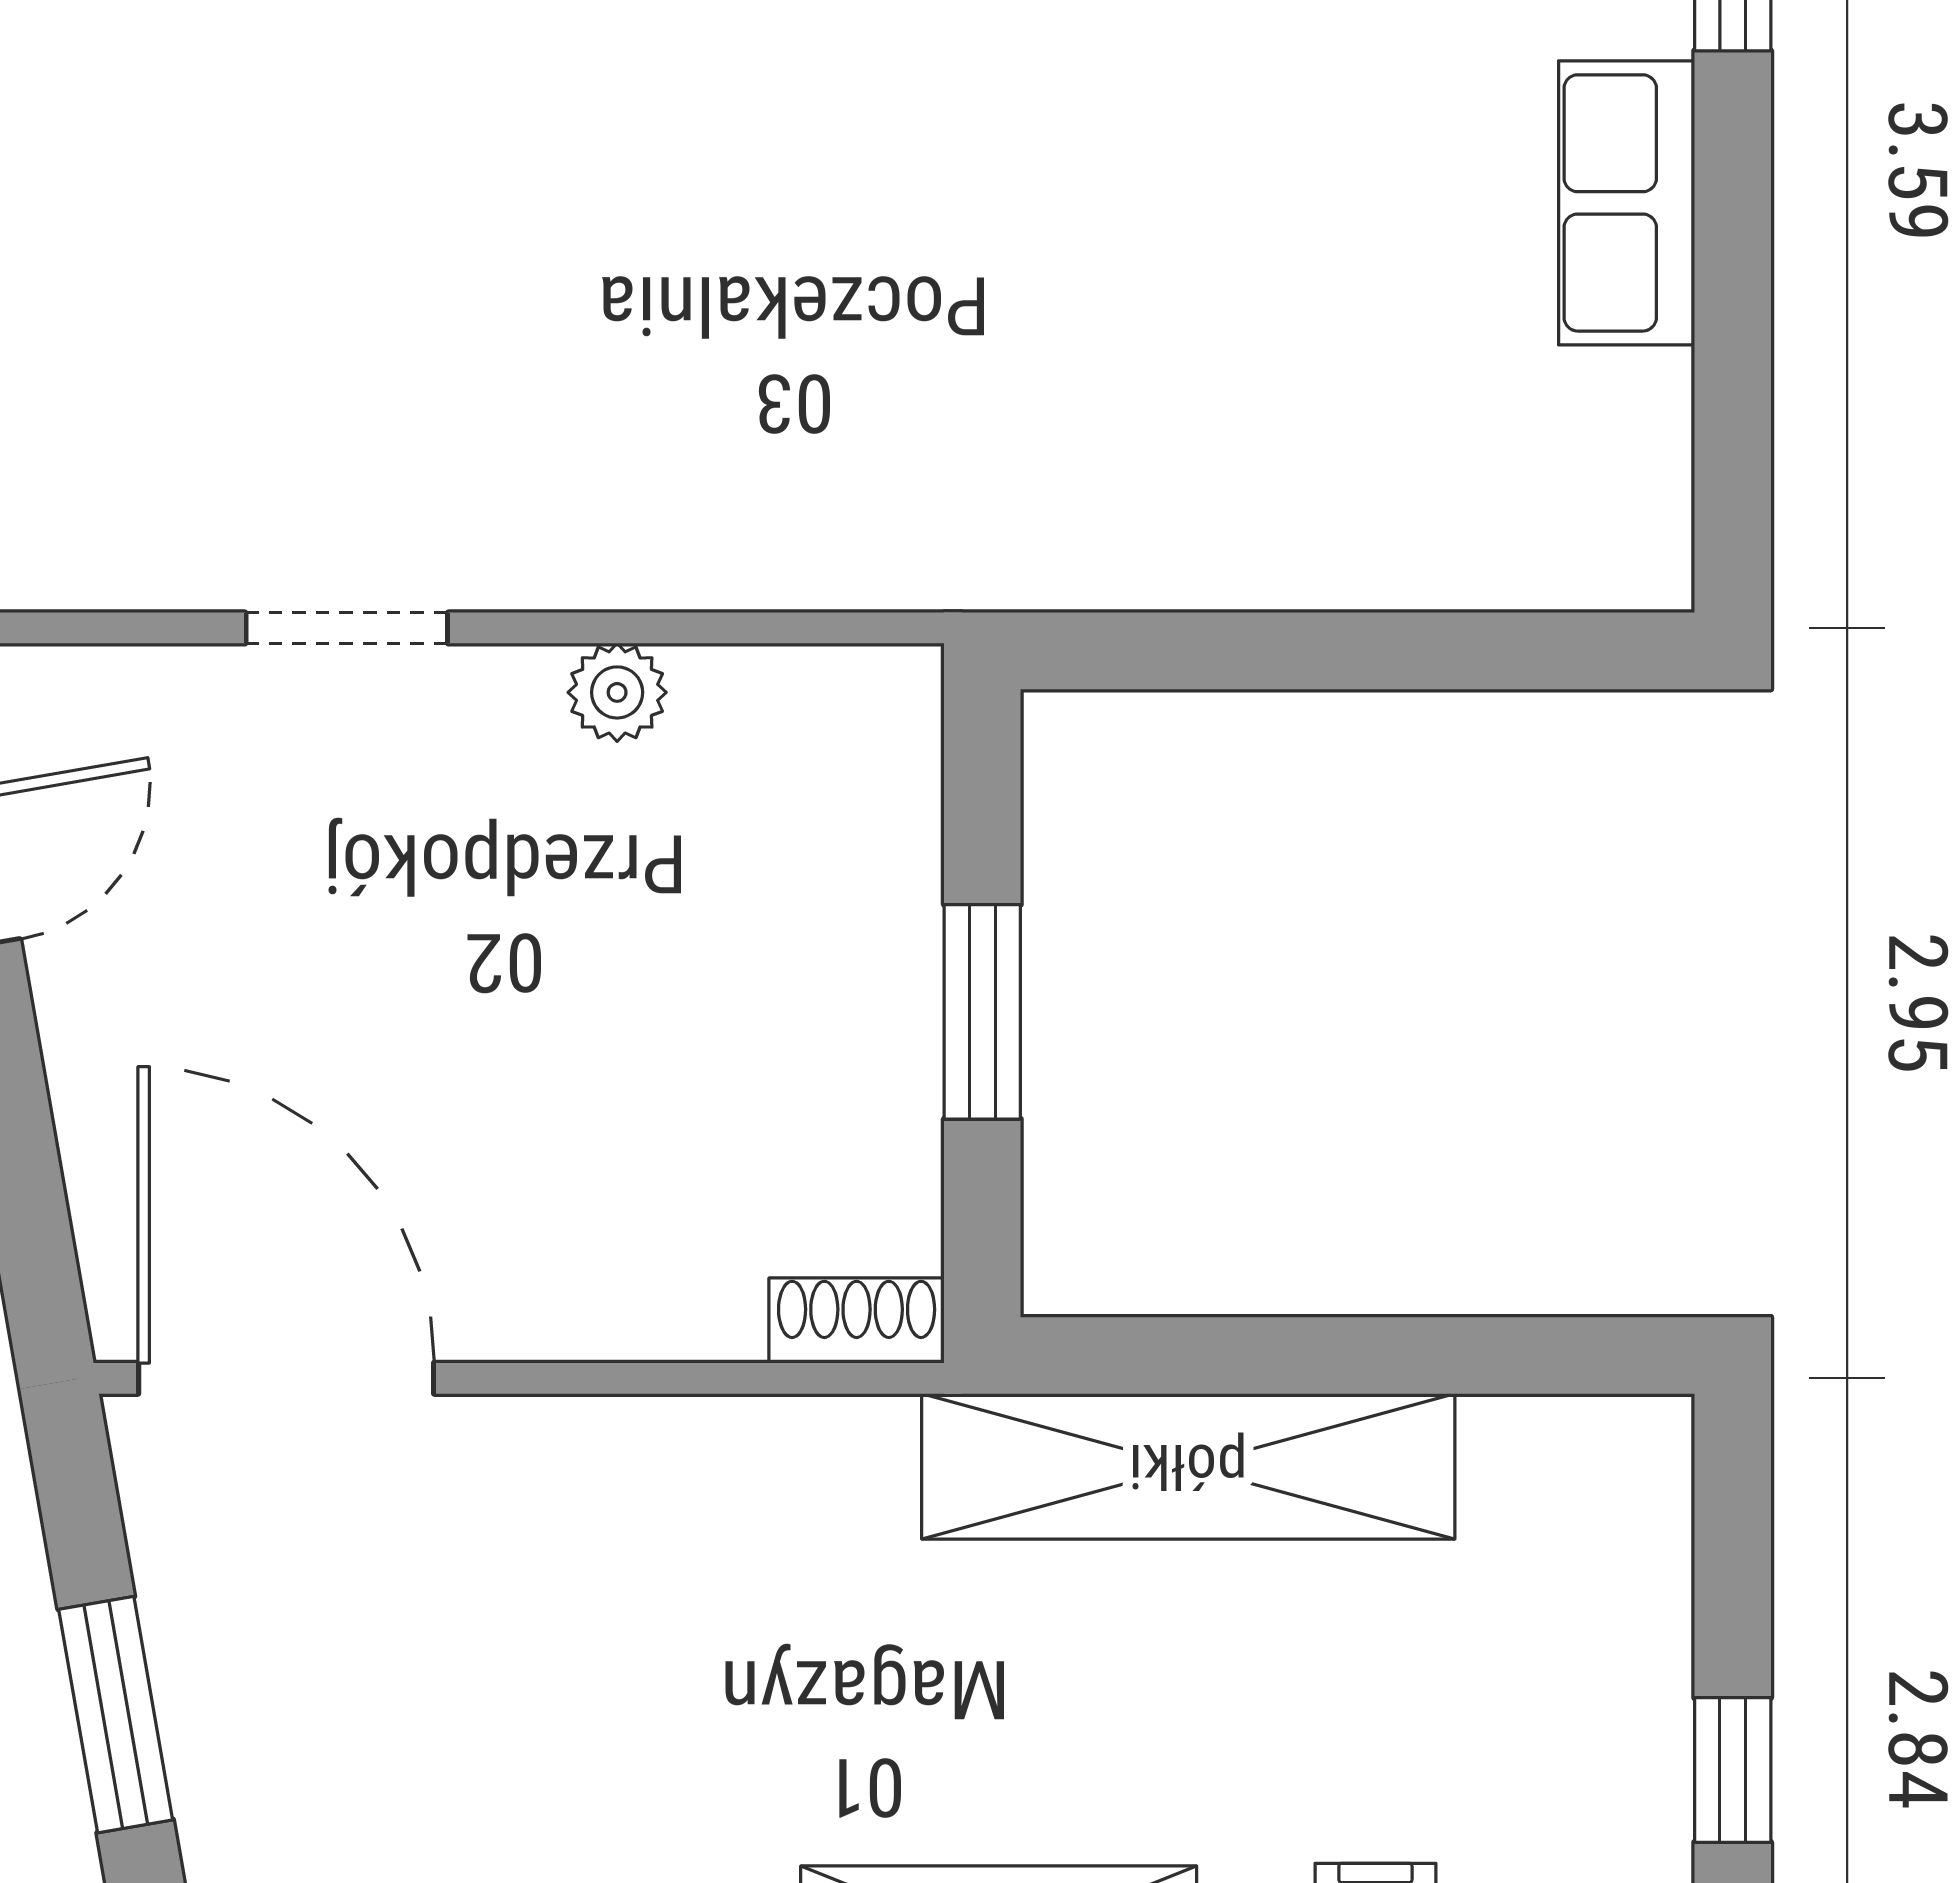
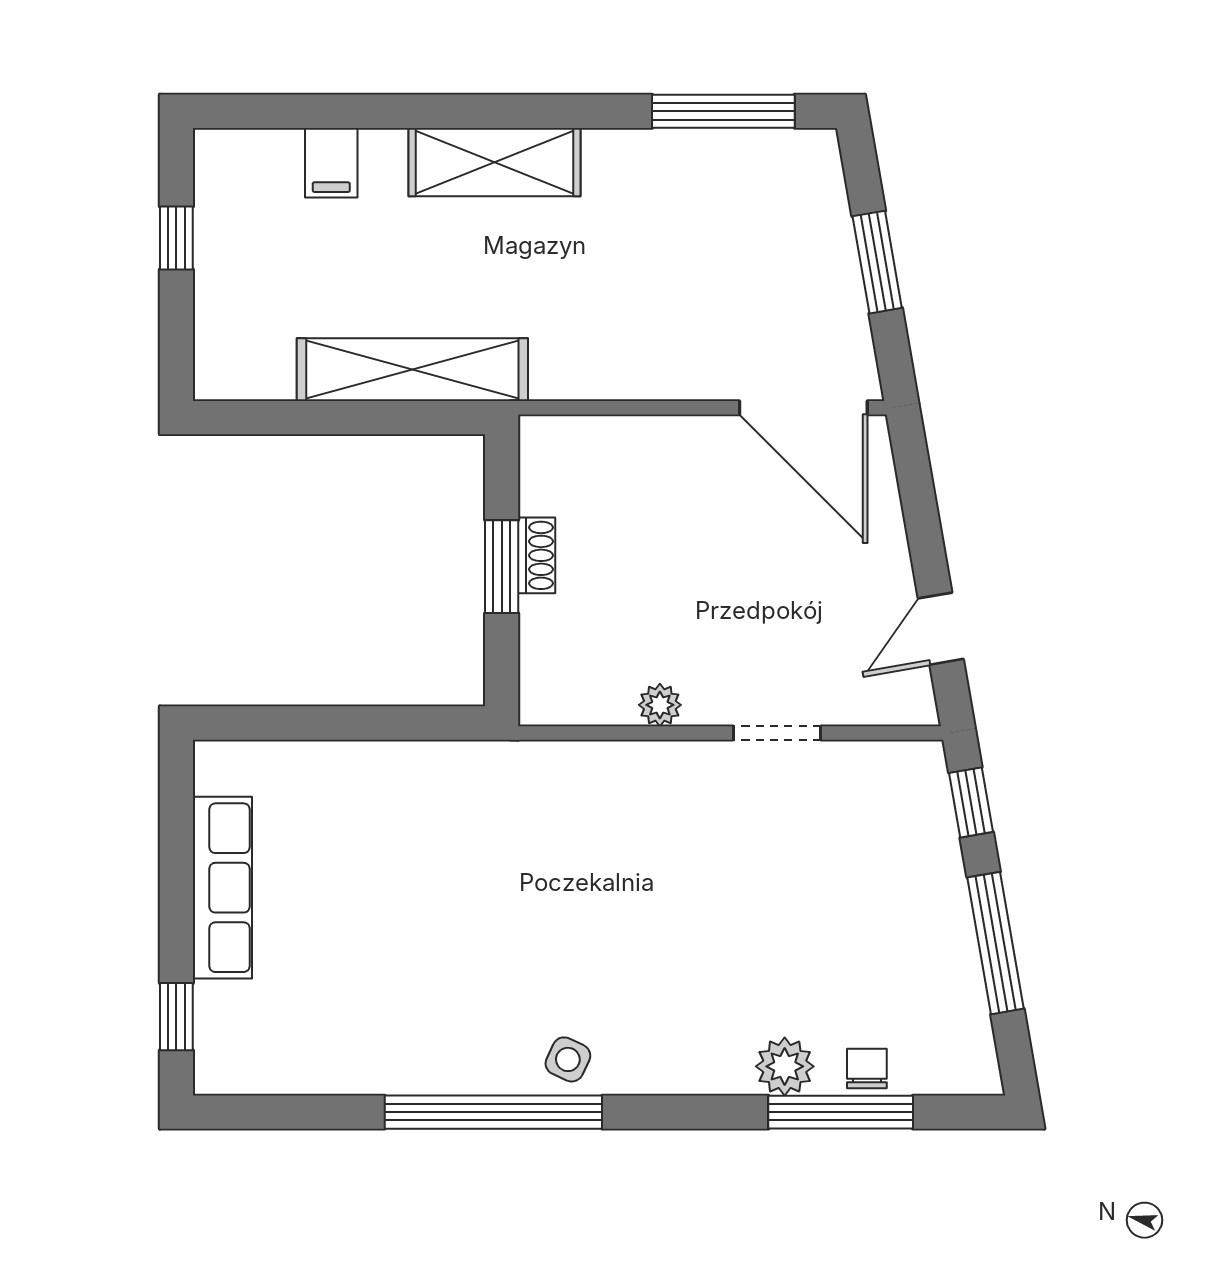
row of seats: (1627, 203) -> (222, 888), width x1.48
shoe rack: (857, 1321) -> (537, 555), moved, turned -90

